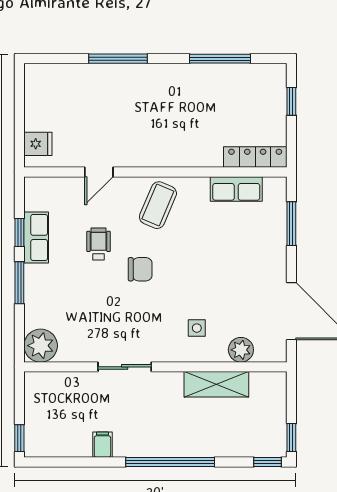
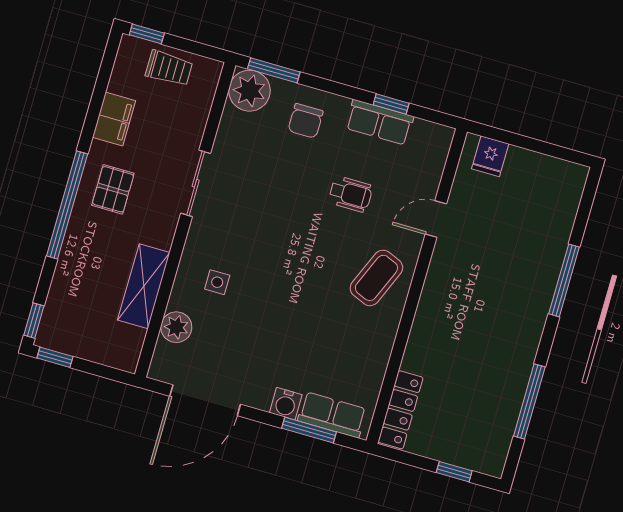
door: (99, 172) -> (436, 219), hinge flipped
row of seats: (236, 189) -> (332, 415), moved, turned 90
coffee table: (158, 205) -> (376, 278), turned 90
water cooler: (276, 248) -> (286, 404), added
chair: (140, 269) -> (306, 121), moved
window: (19, 283) -> (274, 70), moved
trolley: (41, 413) -> (169, 68), added
pallet: (148, 430) -> (113, 189), added
filing cabinet: (102, 445) -> (114, 119), width x2.00

